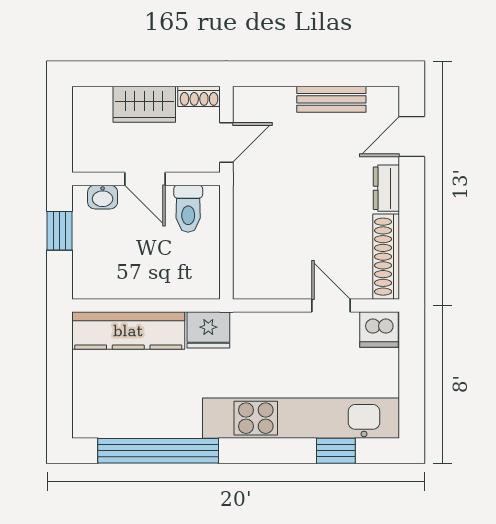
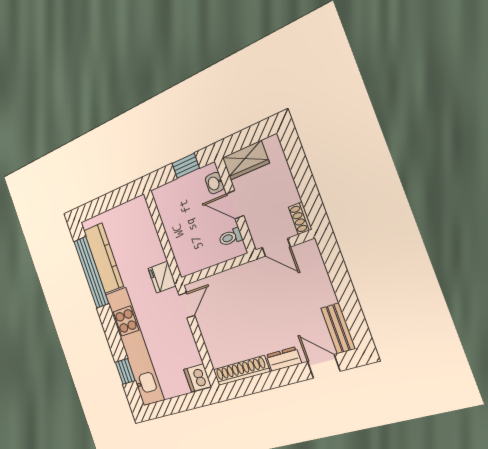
bench: (331, 99) -> (338, 328), moved
wardrobe: (144, 104) -> (246, 160), moved, turned -90
door: (145, 179) -> (235, 205), hinge flipped
toilet: (188, 209) -> (230, 237), width x0.73, depth x0.72
door: (331, 306) -> (187, 305), moved
kitchen counter: (128, 331) -> (104, 258), moved, turned 180

